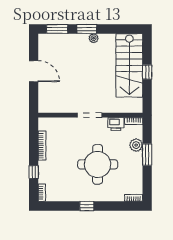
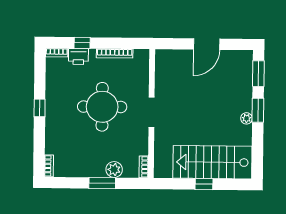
printer: (116, 124) -> (78, 56), moved, turned -90
round table: (98, 164) -> (102, 107), moved

